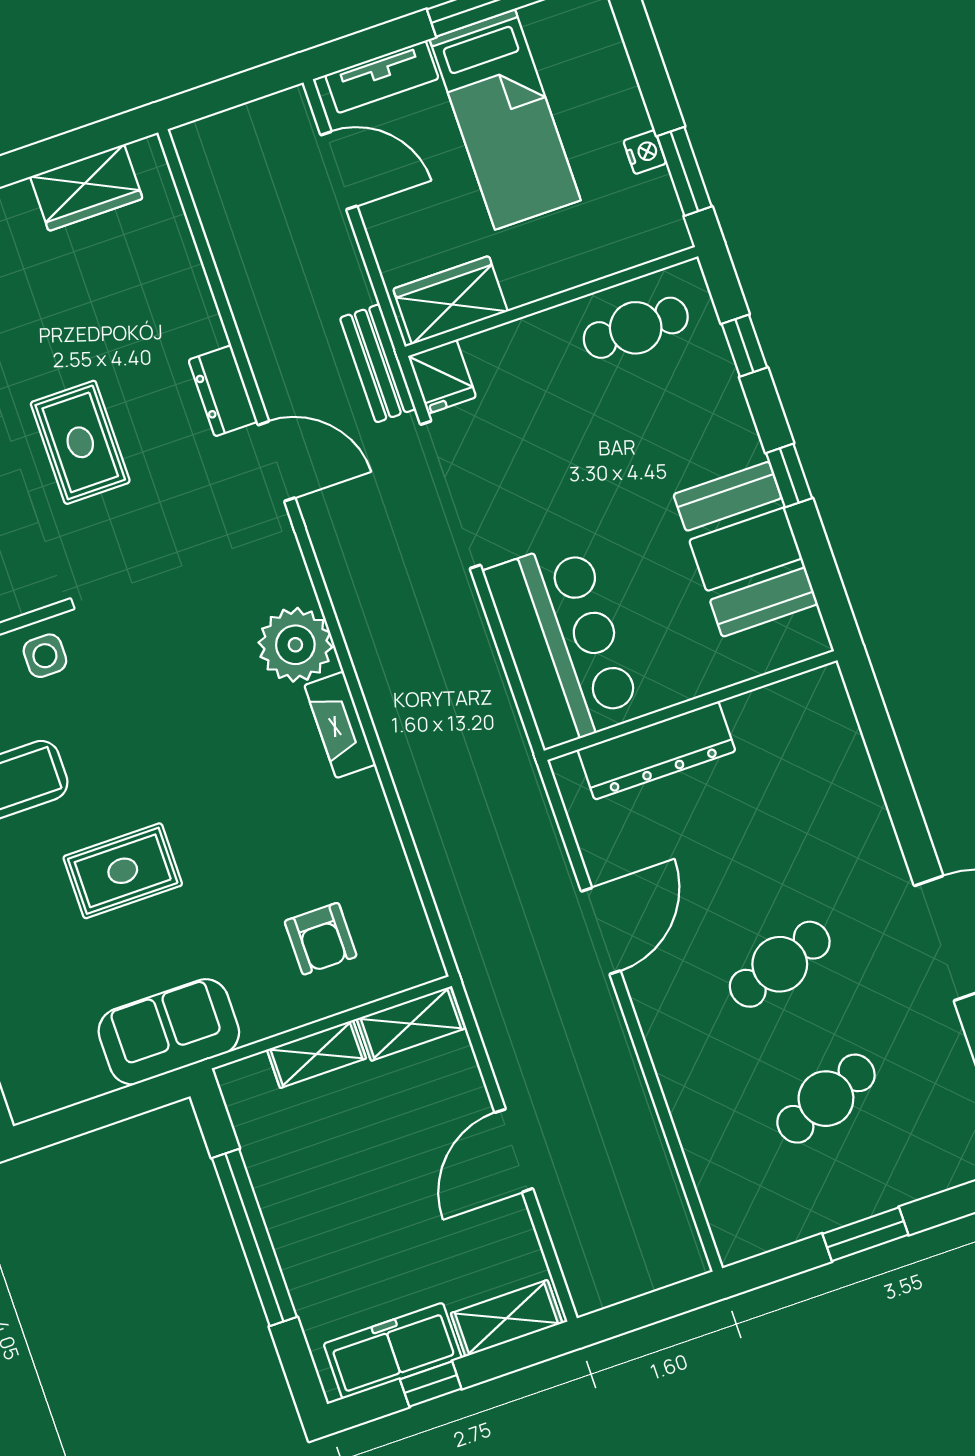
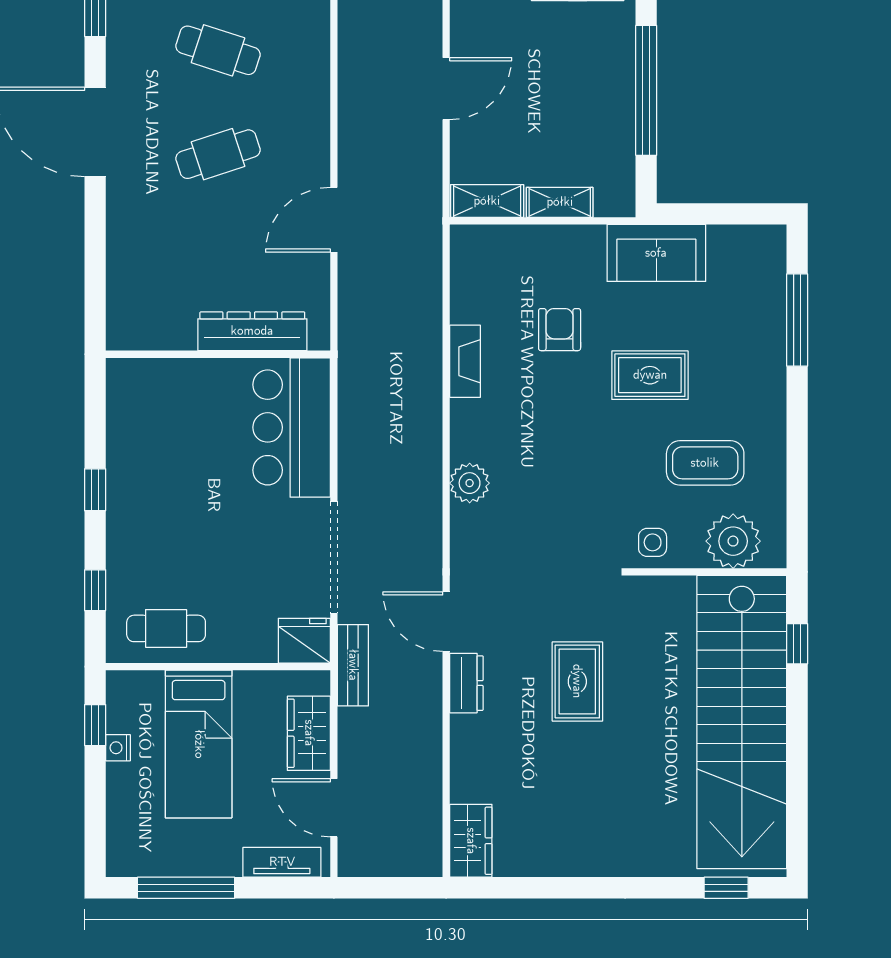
bed: (505, 120) -> (199, 744), moved, turned 180
window: (684, 171) -> (95, 725), width x0.67
wardrobe: (86, 188) -> (471, 841), moved, turned 90
wardrobe: (450, 300) -> (309, 733), moved, turned 90
fridge: (442, 377) -> (304, 641), width x1.38
booth: (746, 549) -> (143, 449), removed
plant: (295, 645) -> (470, 483), width x0.73, depth x0.73
fireplace: (340, 725) -> (465, 361), moved
armchair: (321, 939) -> (560, 330), moved
cafe table: (826, 1099) -> (218, 50), turned 39

